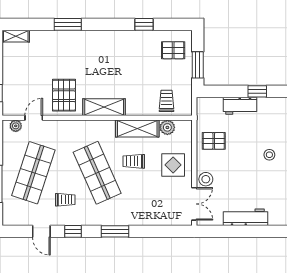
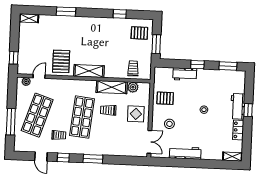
shop shelf: (97, 173) -> (82, 117), turned 30
stool: (206, 179) -> (169, 124), moved

